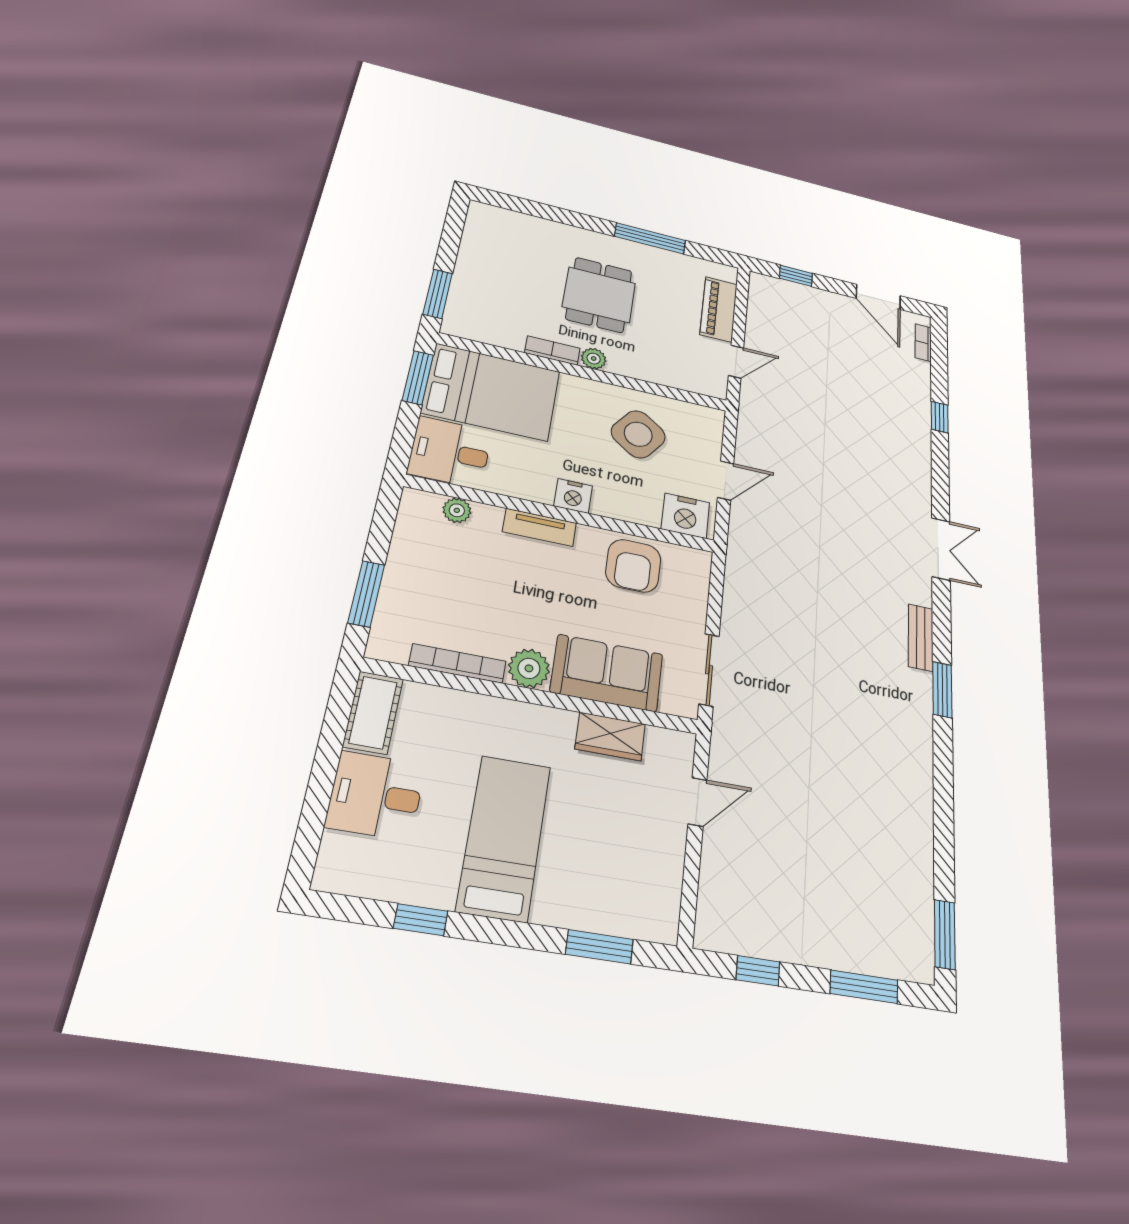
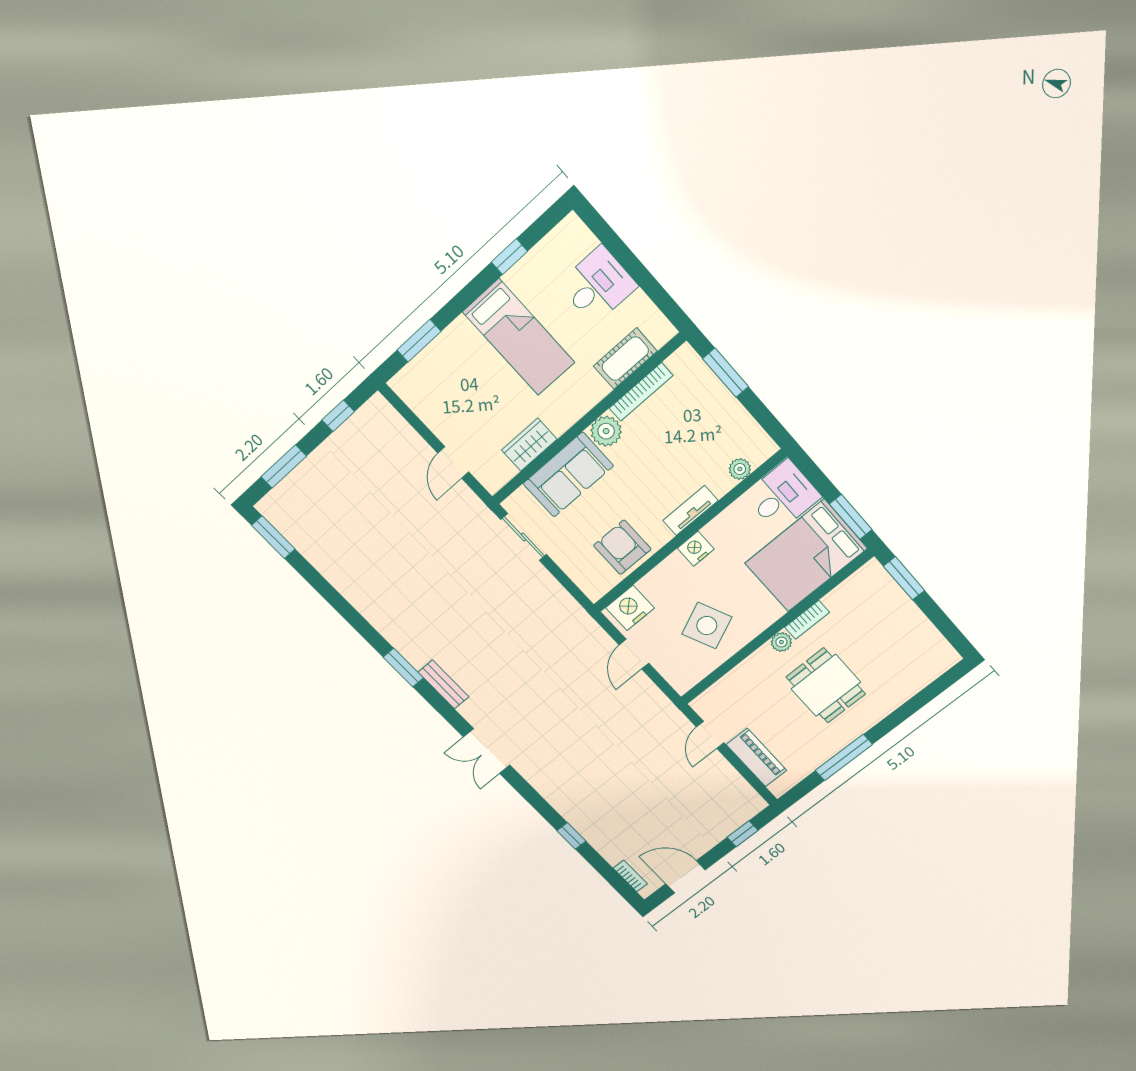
side table: (638, 434) -> (707, 625), turned 30
cot: (373, 712) -> (625, 359), moved, turned 90

